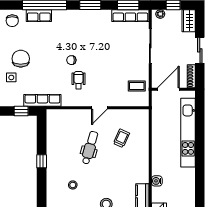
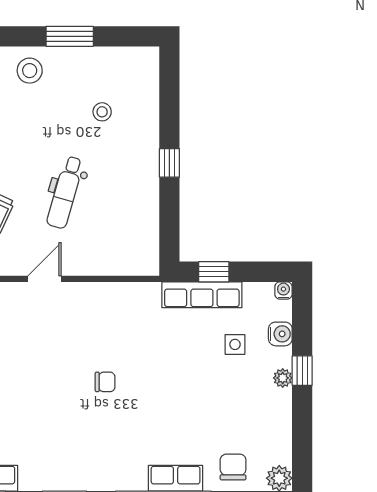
chair: (21, 59) -> (215, 385), removed
wheelchair: (79, 80) -> (90, 339), removed
row of seats: (42, 100) -> (202, 295), moved

